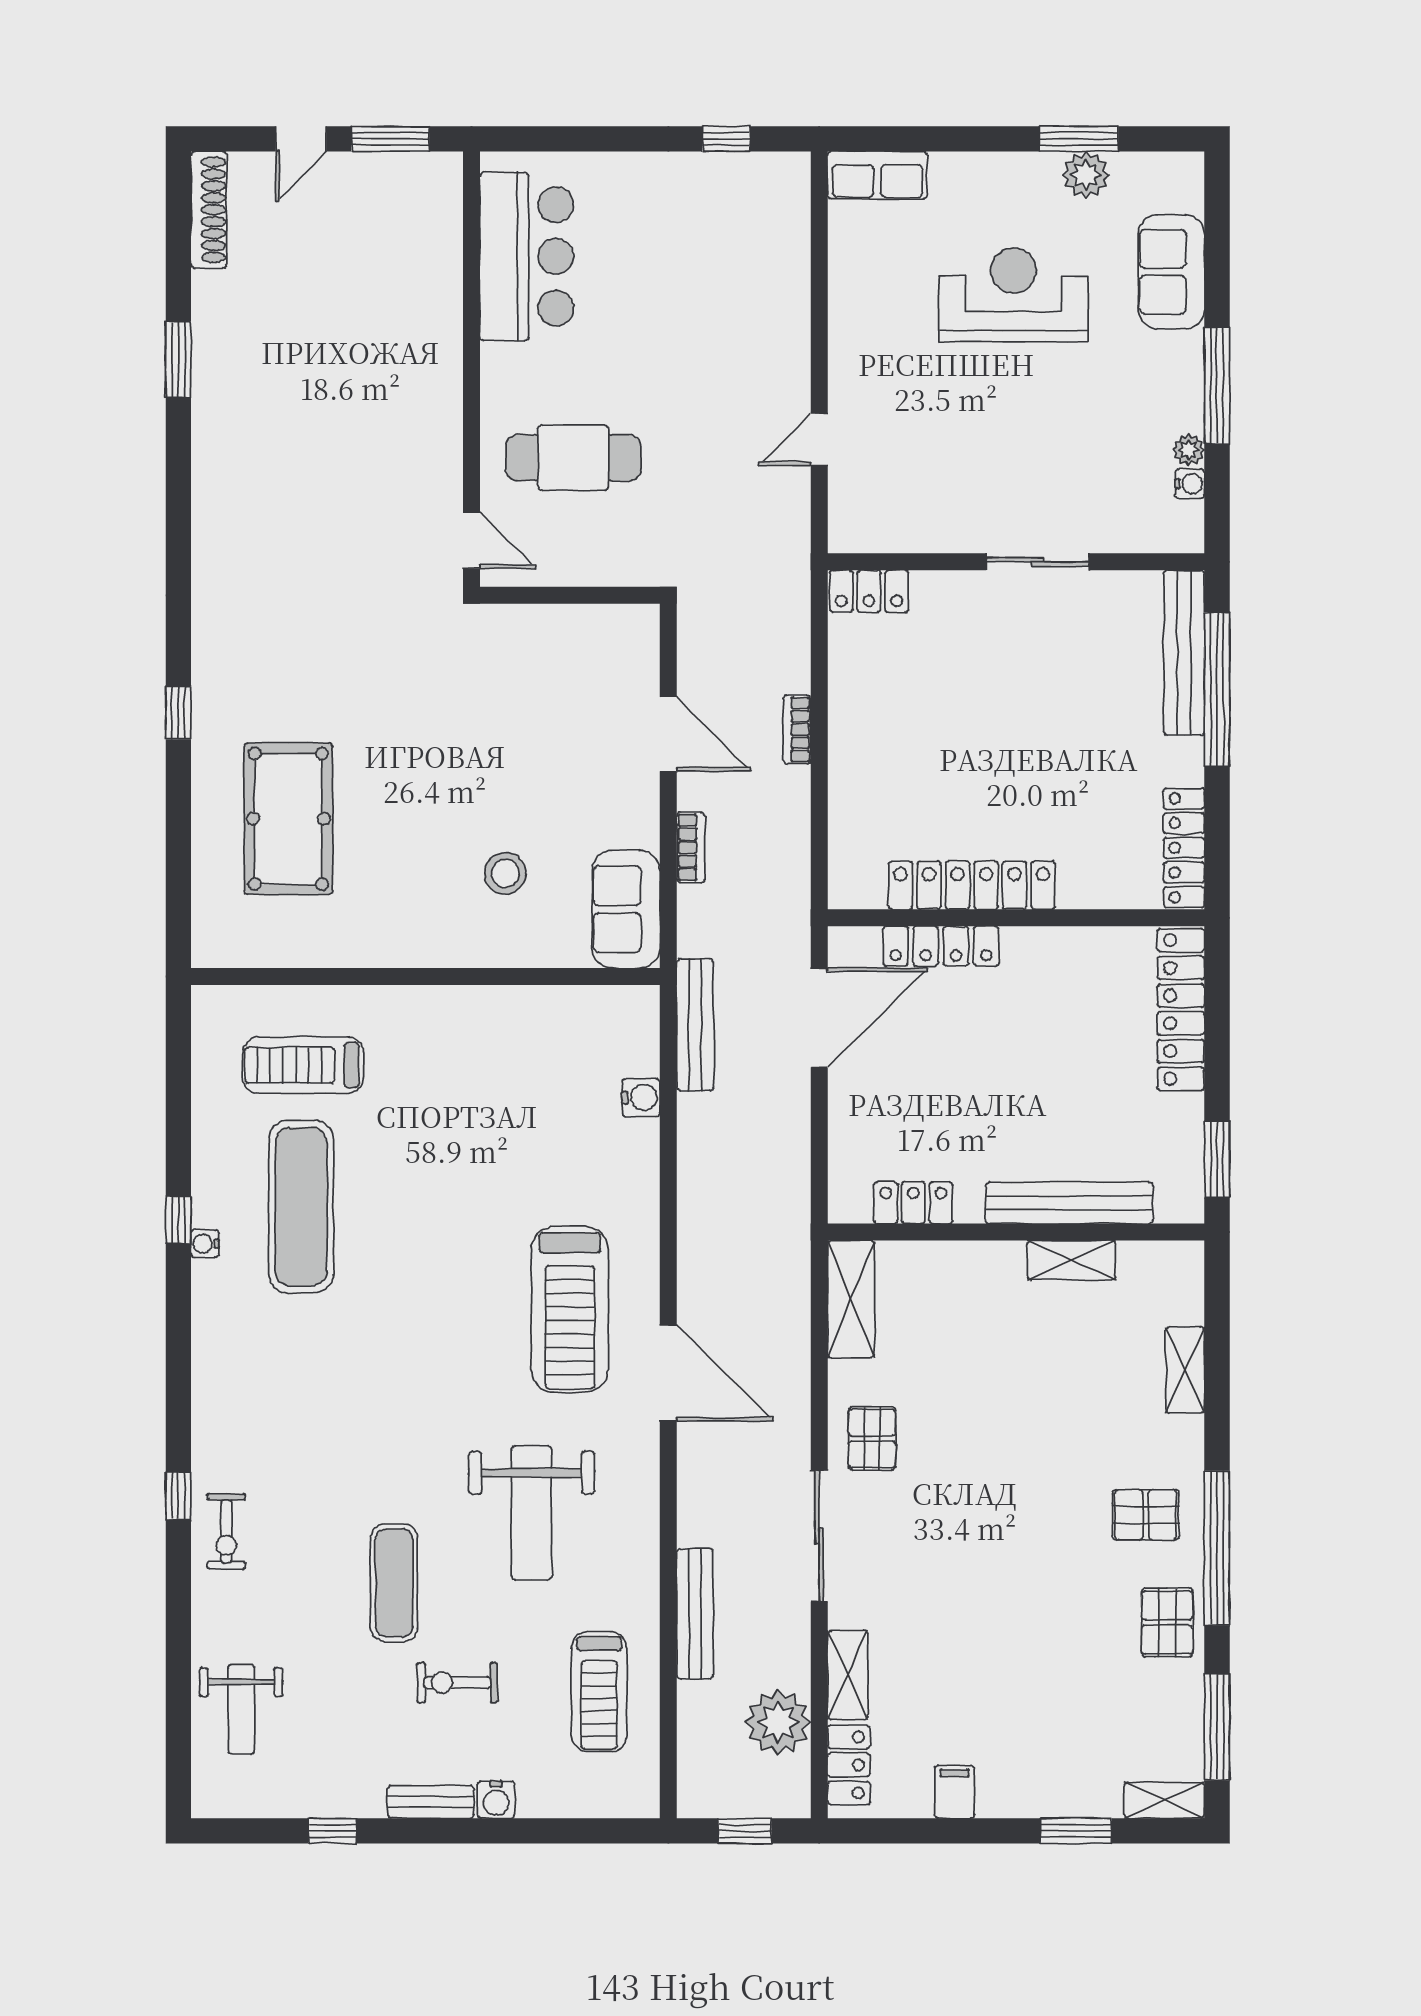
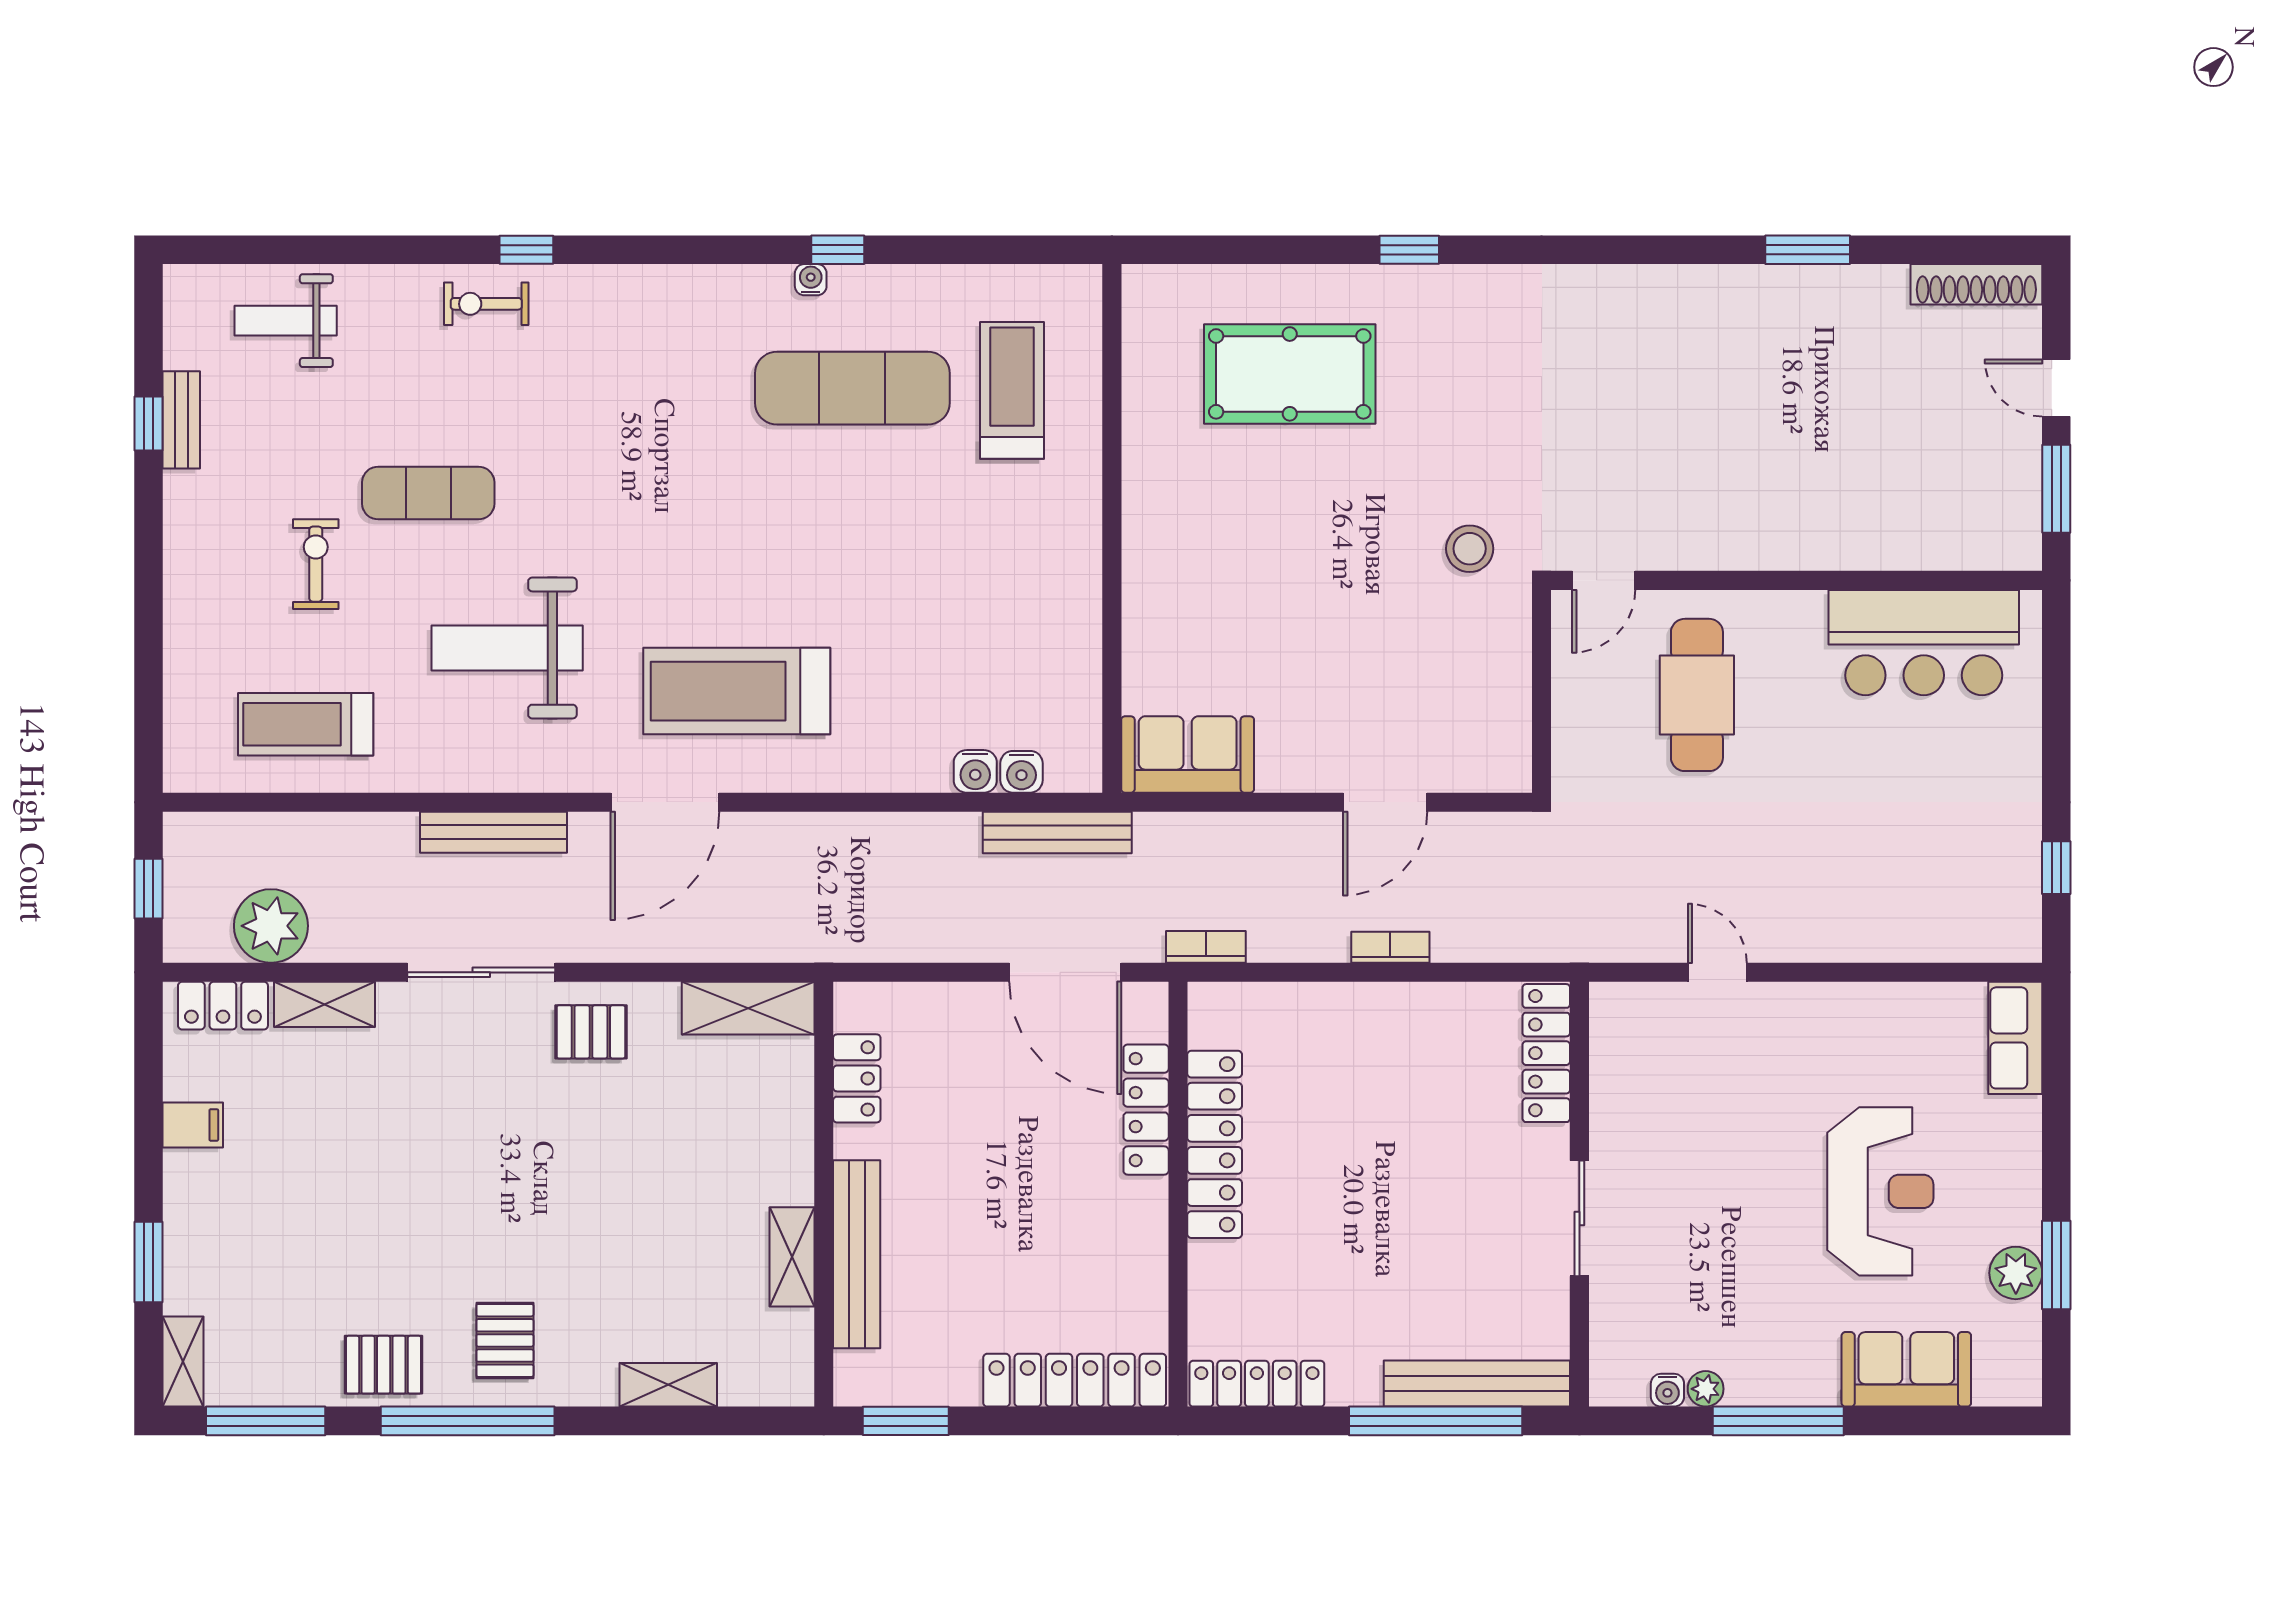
locker: (869, 591) -> (1546, 1053), width x1.53
bookcase: (691, 847) -> (1206, 947), moved, turned 180
stool: (505, 873) -> (1470, 549), moved
bench: (695, 1614) -> (493, 832), moved
water cooler: (496, 1800) -> (1021, 772), moved, turned -90
bench: (431, 1802) -> (181, 420), moved

